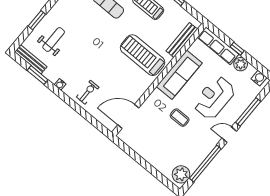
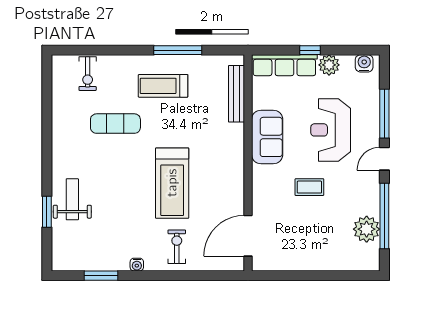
weight bench: (54, 39) -> (72, 199), moved
treadmill: (143, 55) -> (172, 183), moved, turned -90
bench: (31, 59) -> (78, 264), removed
sofa: (179, 75) -> (267, 137), width x0.73
plant: (181, 174) -> (367, 229), moved

